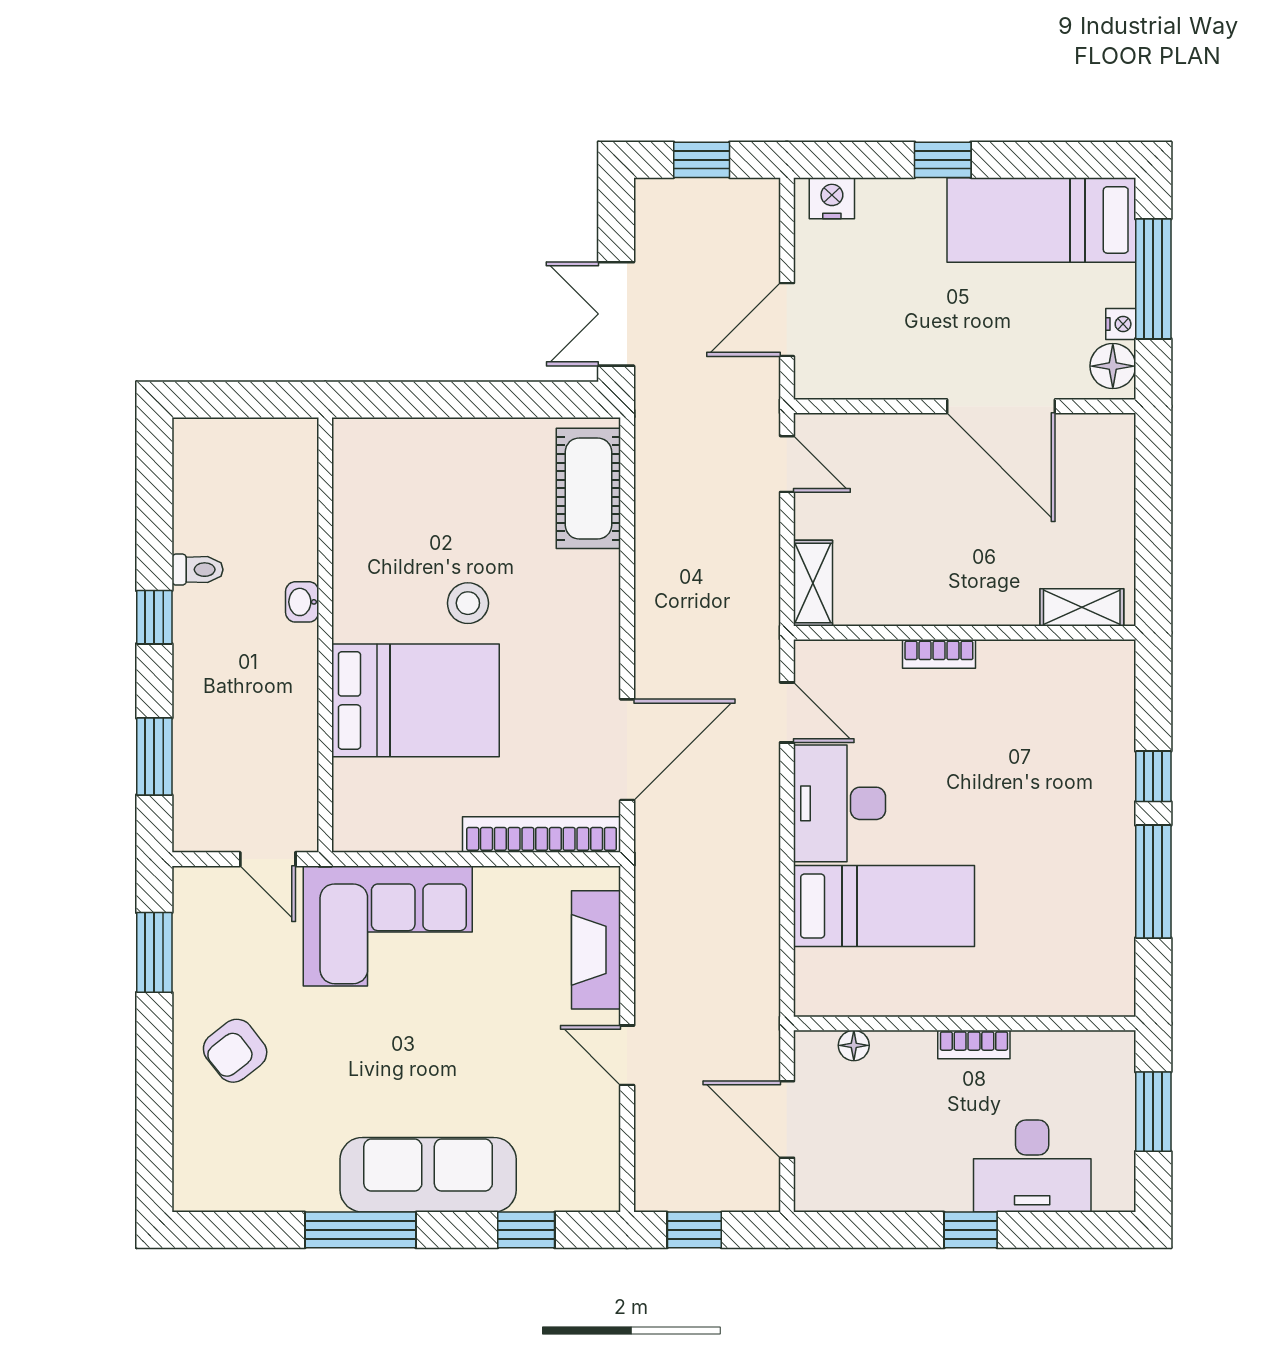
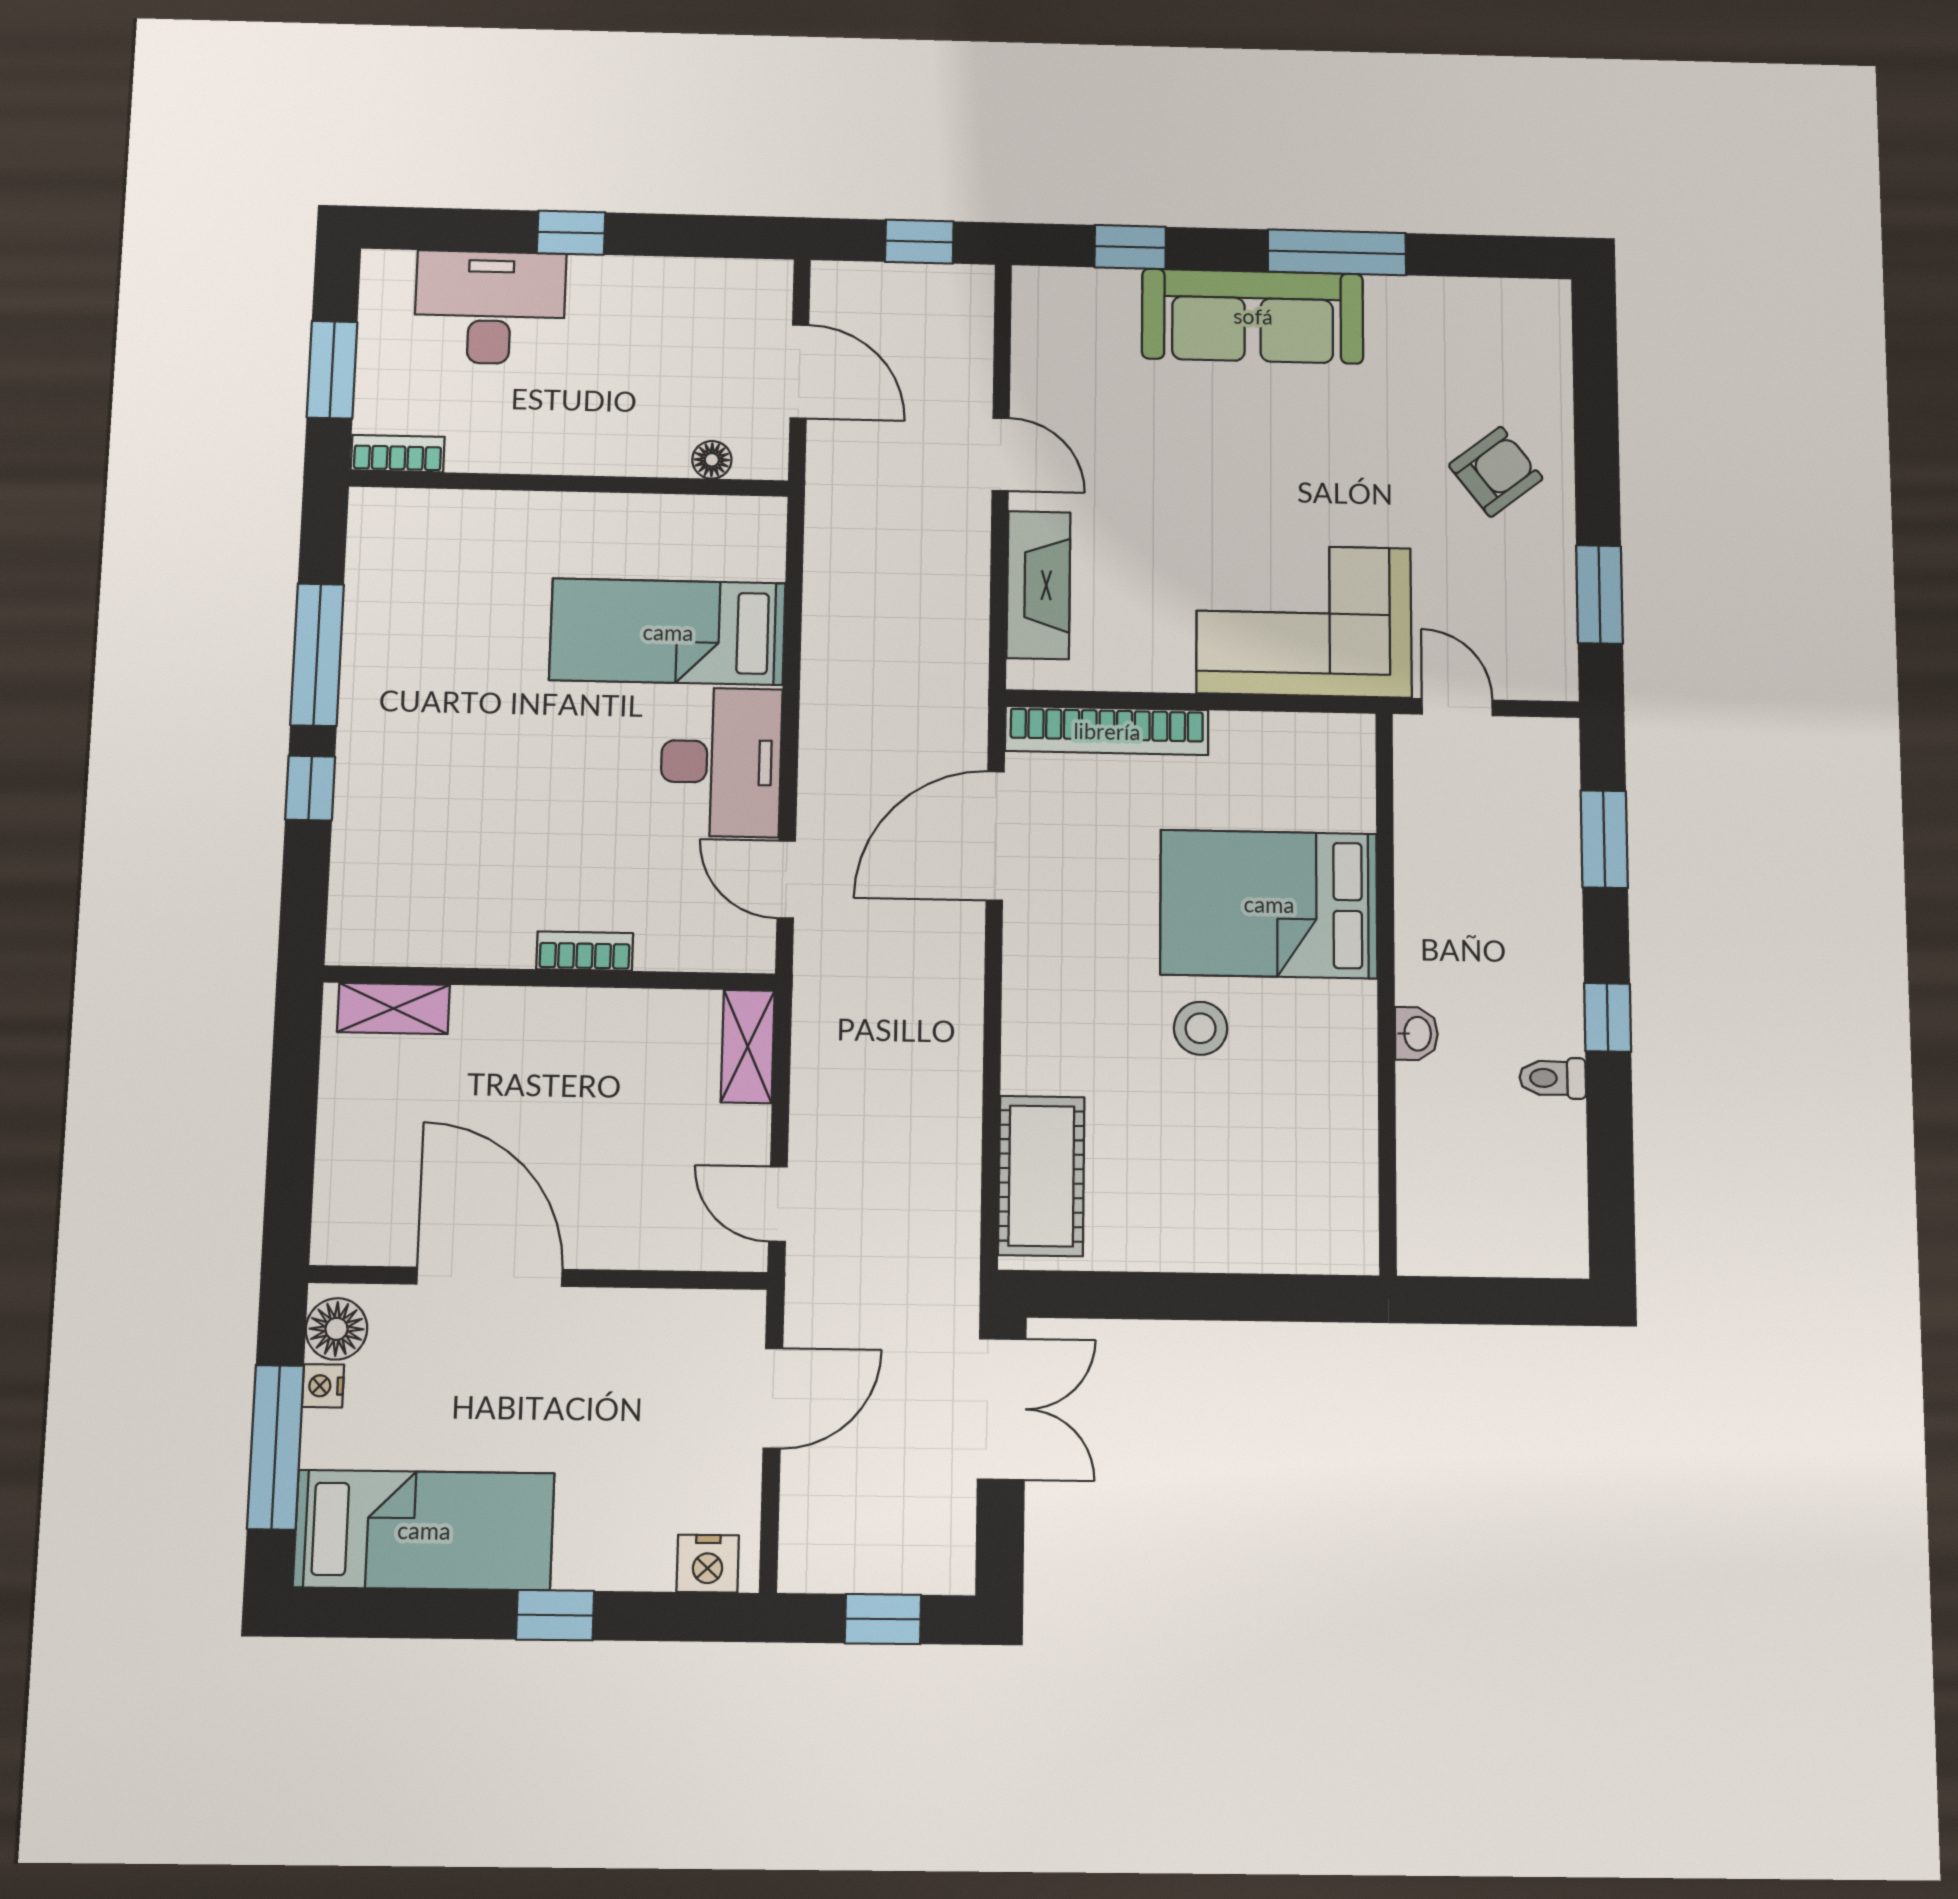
bookcase: (974, 1044) -> (398, 454), moved

